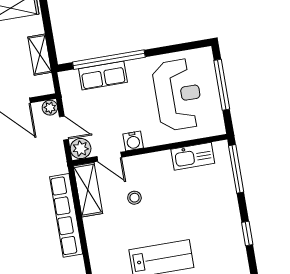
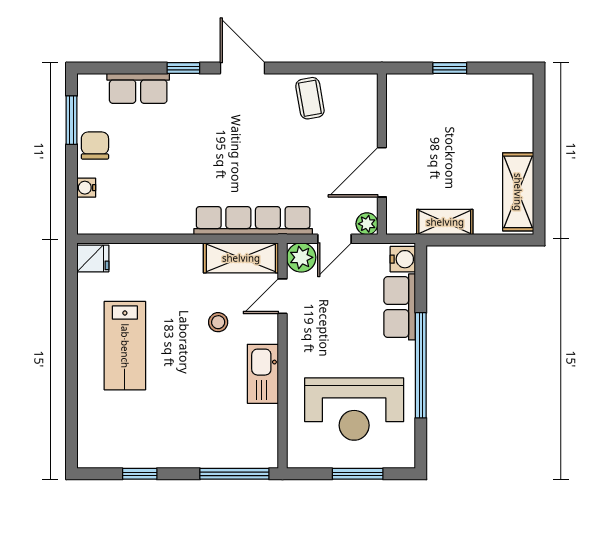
window: (109, 60) -> (421, 365), moved
window: (222, 85) -> (358, 474), width x0.69
water cooler: (133, 141) -> (403, 259), moved, turned 180
kitchen sink: (193, 156) -> (263, 374), moved
row of seats: (66, 215) -> (253, 221), moved

